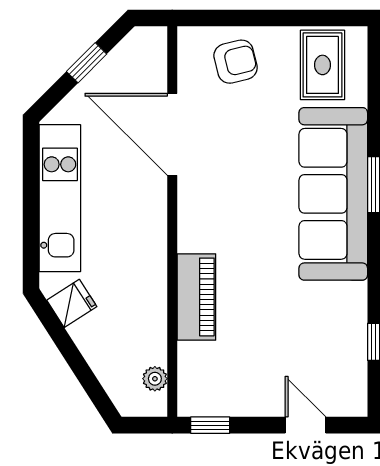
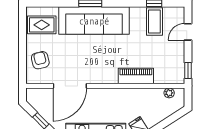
coffee table: (331, 343) -> (154, 22), added

